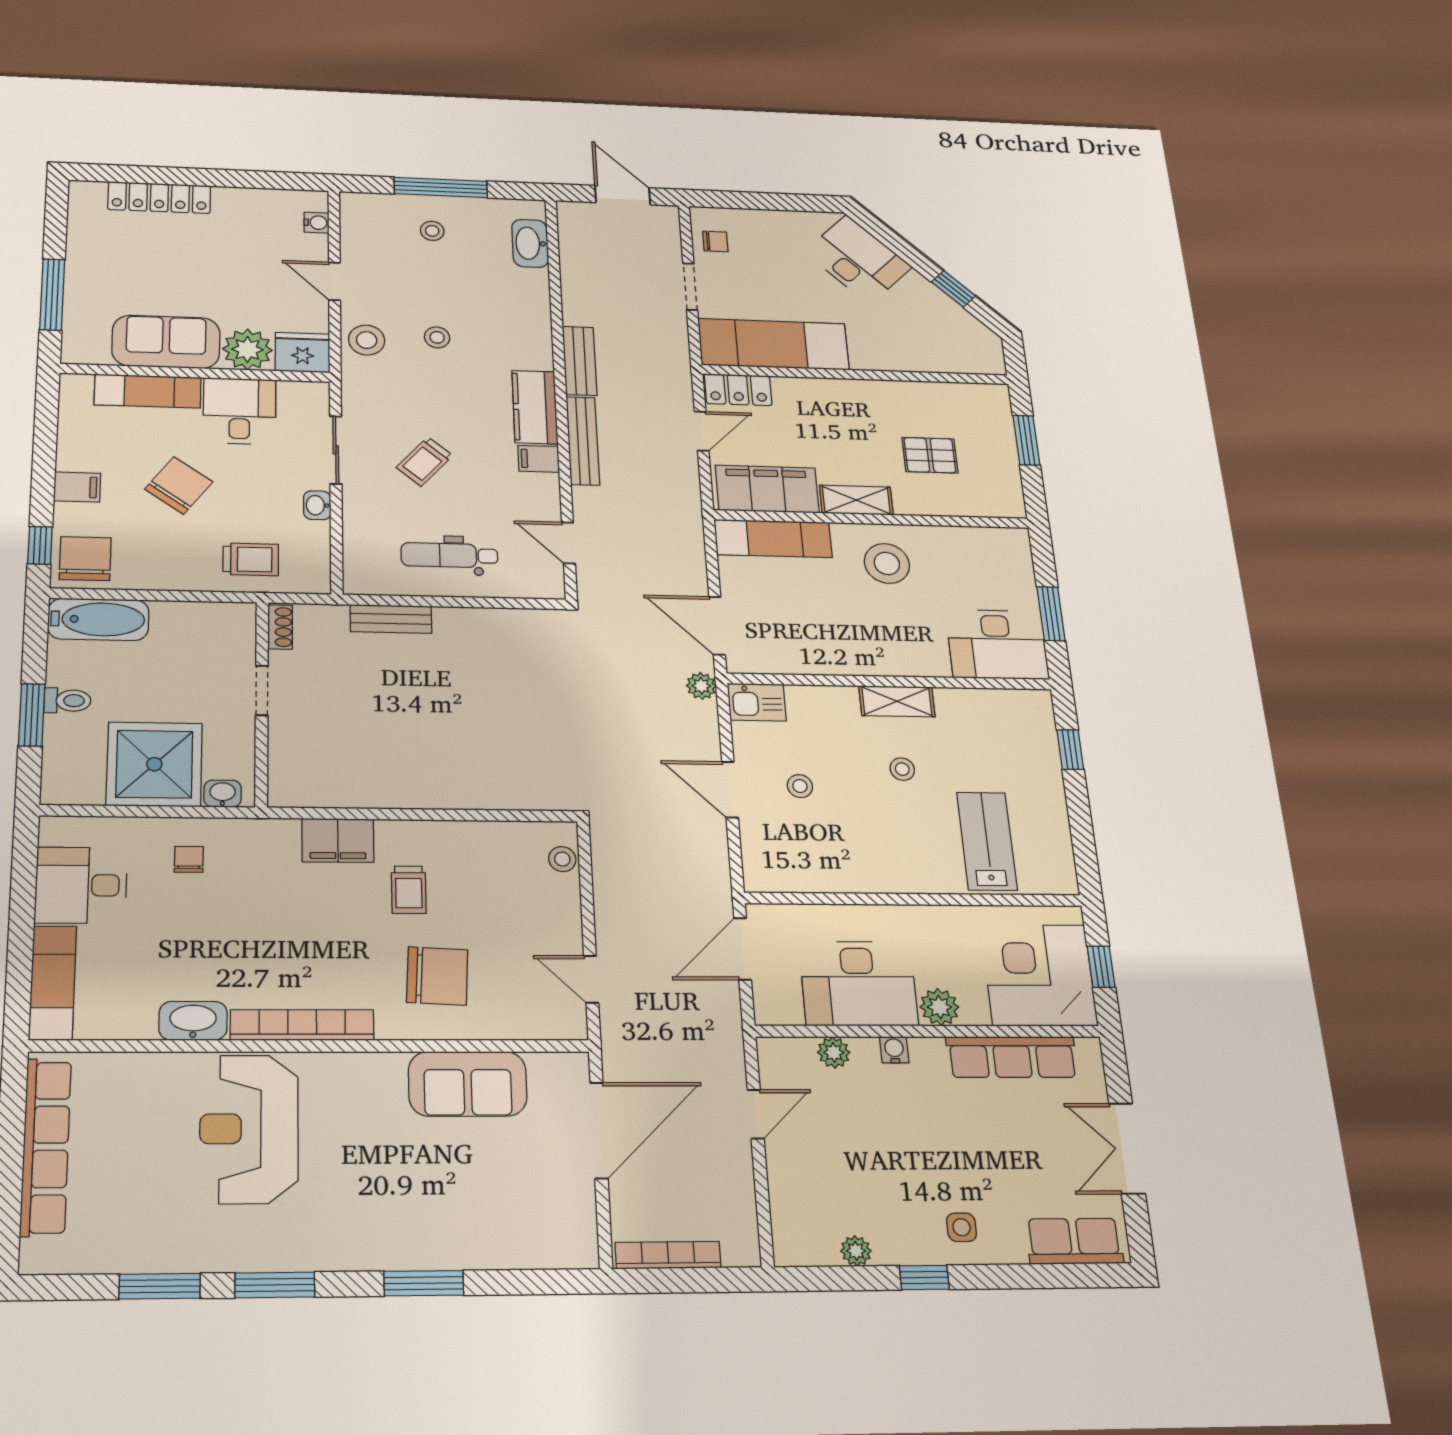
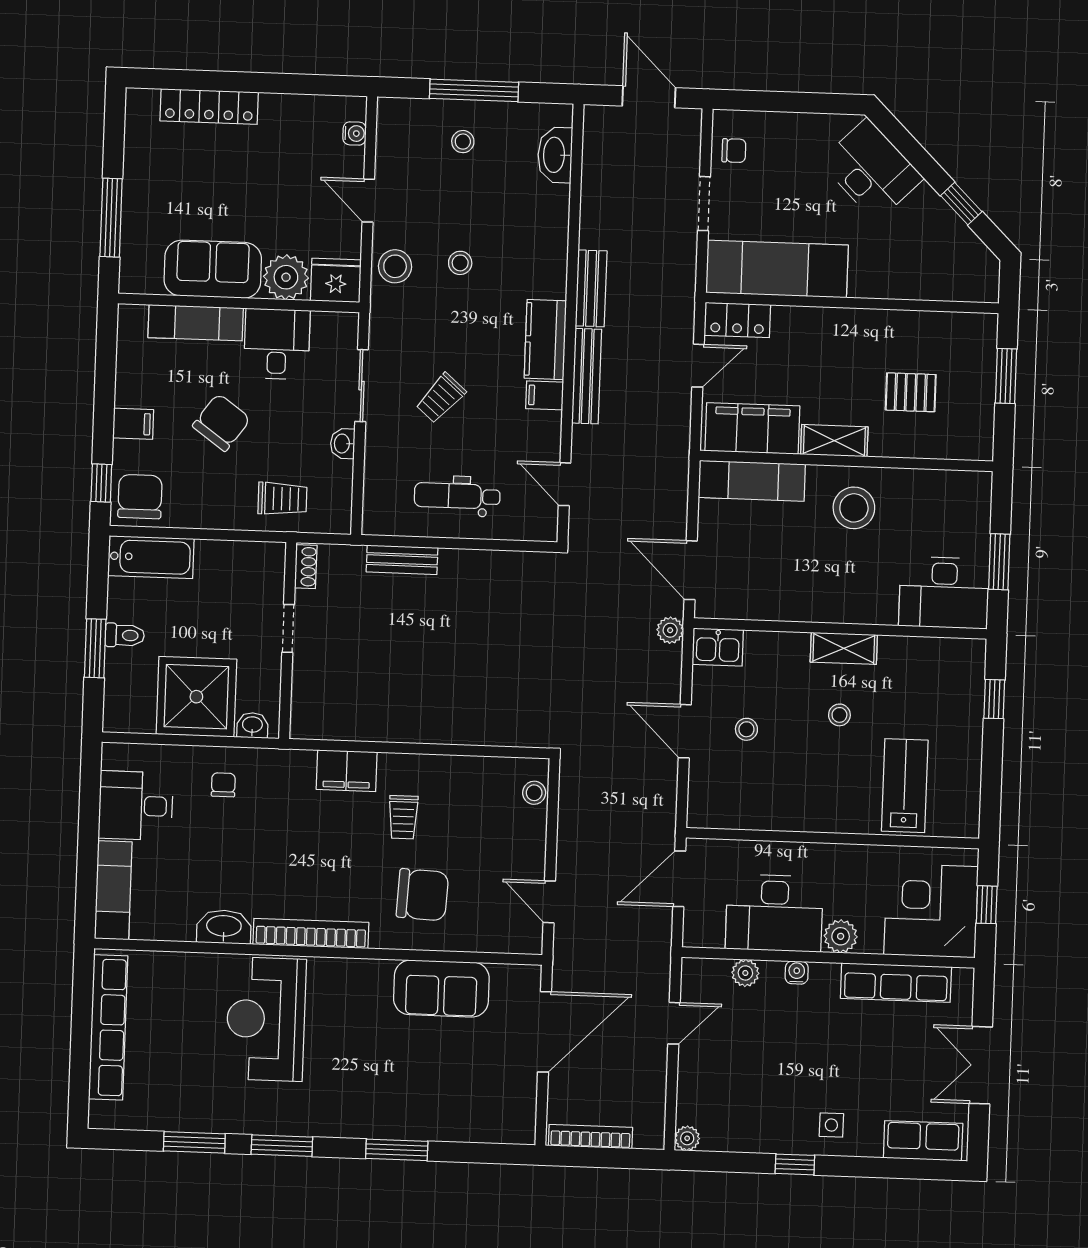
plant: (856, 1251) -> (687, 1138), moved

